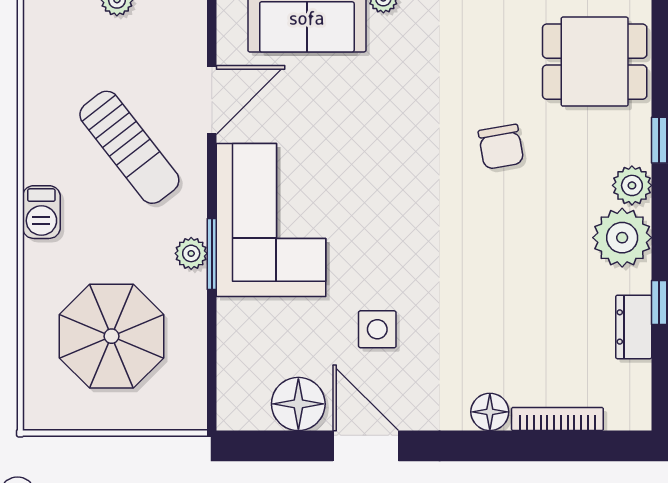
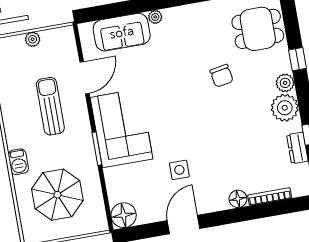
sun lounger: (129, 147) -> (50, 106), turned -142
barbecue: (41, 212) -> (18, 162), moved
plant: (191, 253) -> (87, 150), removed
floor lamp: (298, 404) -> (124, 215), moved
door: (366, 446) -> (184, 225), hinge flipped

